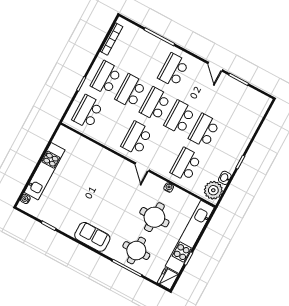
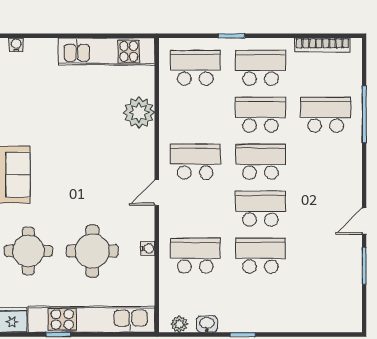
school desk: (173, 70) -> (326, 115), moved
plant: (95, 154) -> (139, 112), added
kitchen unit: (45, 171) -> (107, 51), moved
plant: (213, 190) -> (179, 324), width x0.53, depth x0.53

